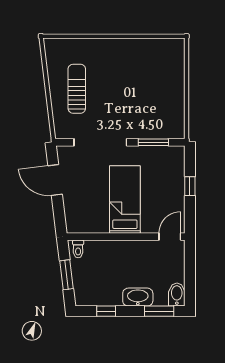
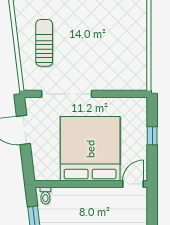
window: (153, 142) -> (117, 94), removed
bed: (125, 200) -> (90, 149), width x2.04

